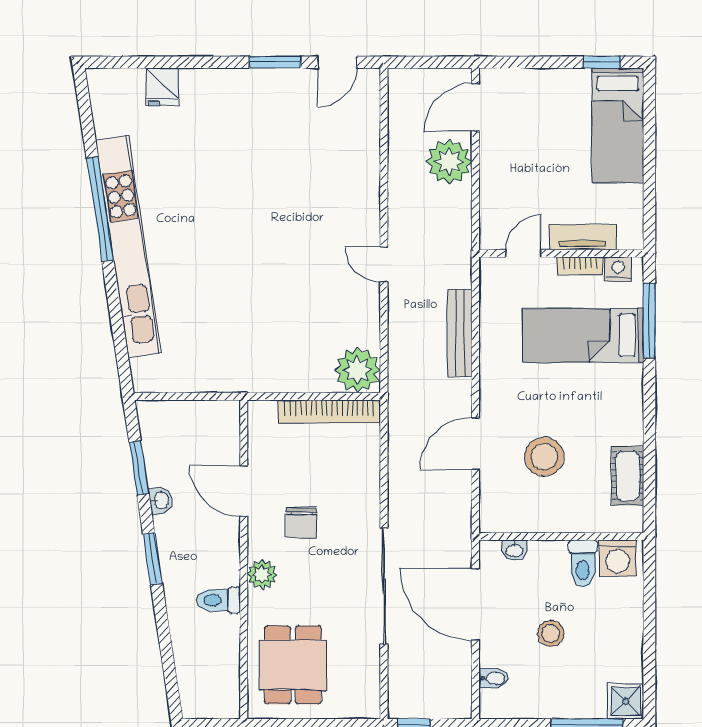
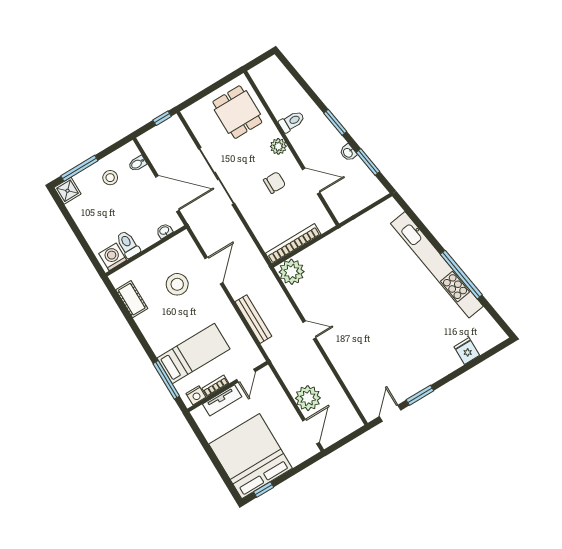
bed: (618, 125) -> (251, 456), width x2.04
chair: (301, 522) -> (274, 183), turned 90
stool: (551, 634) -> (110, 178), moved

